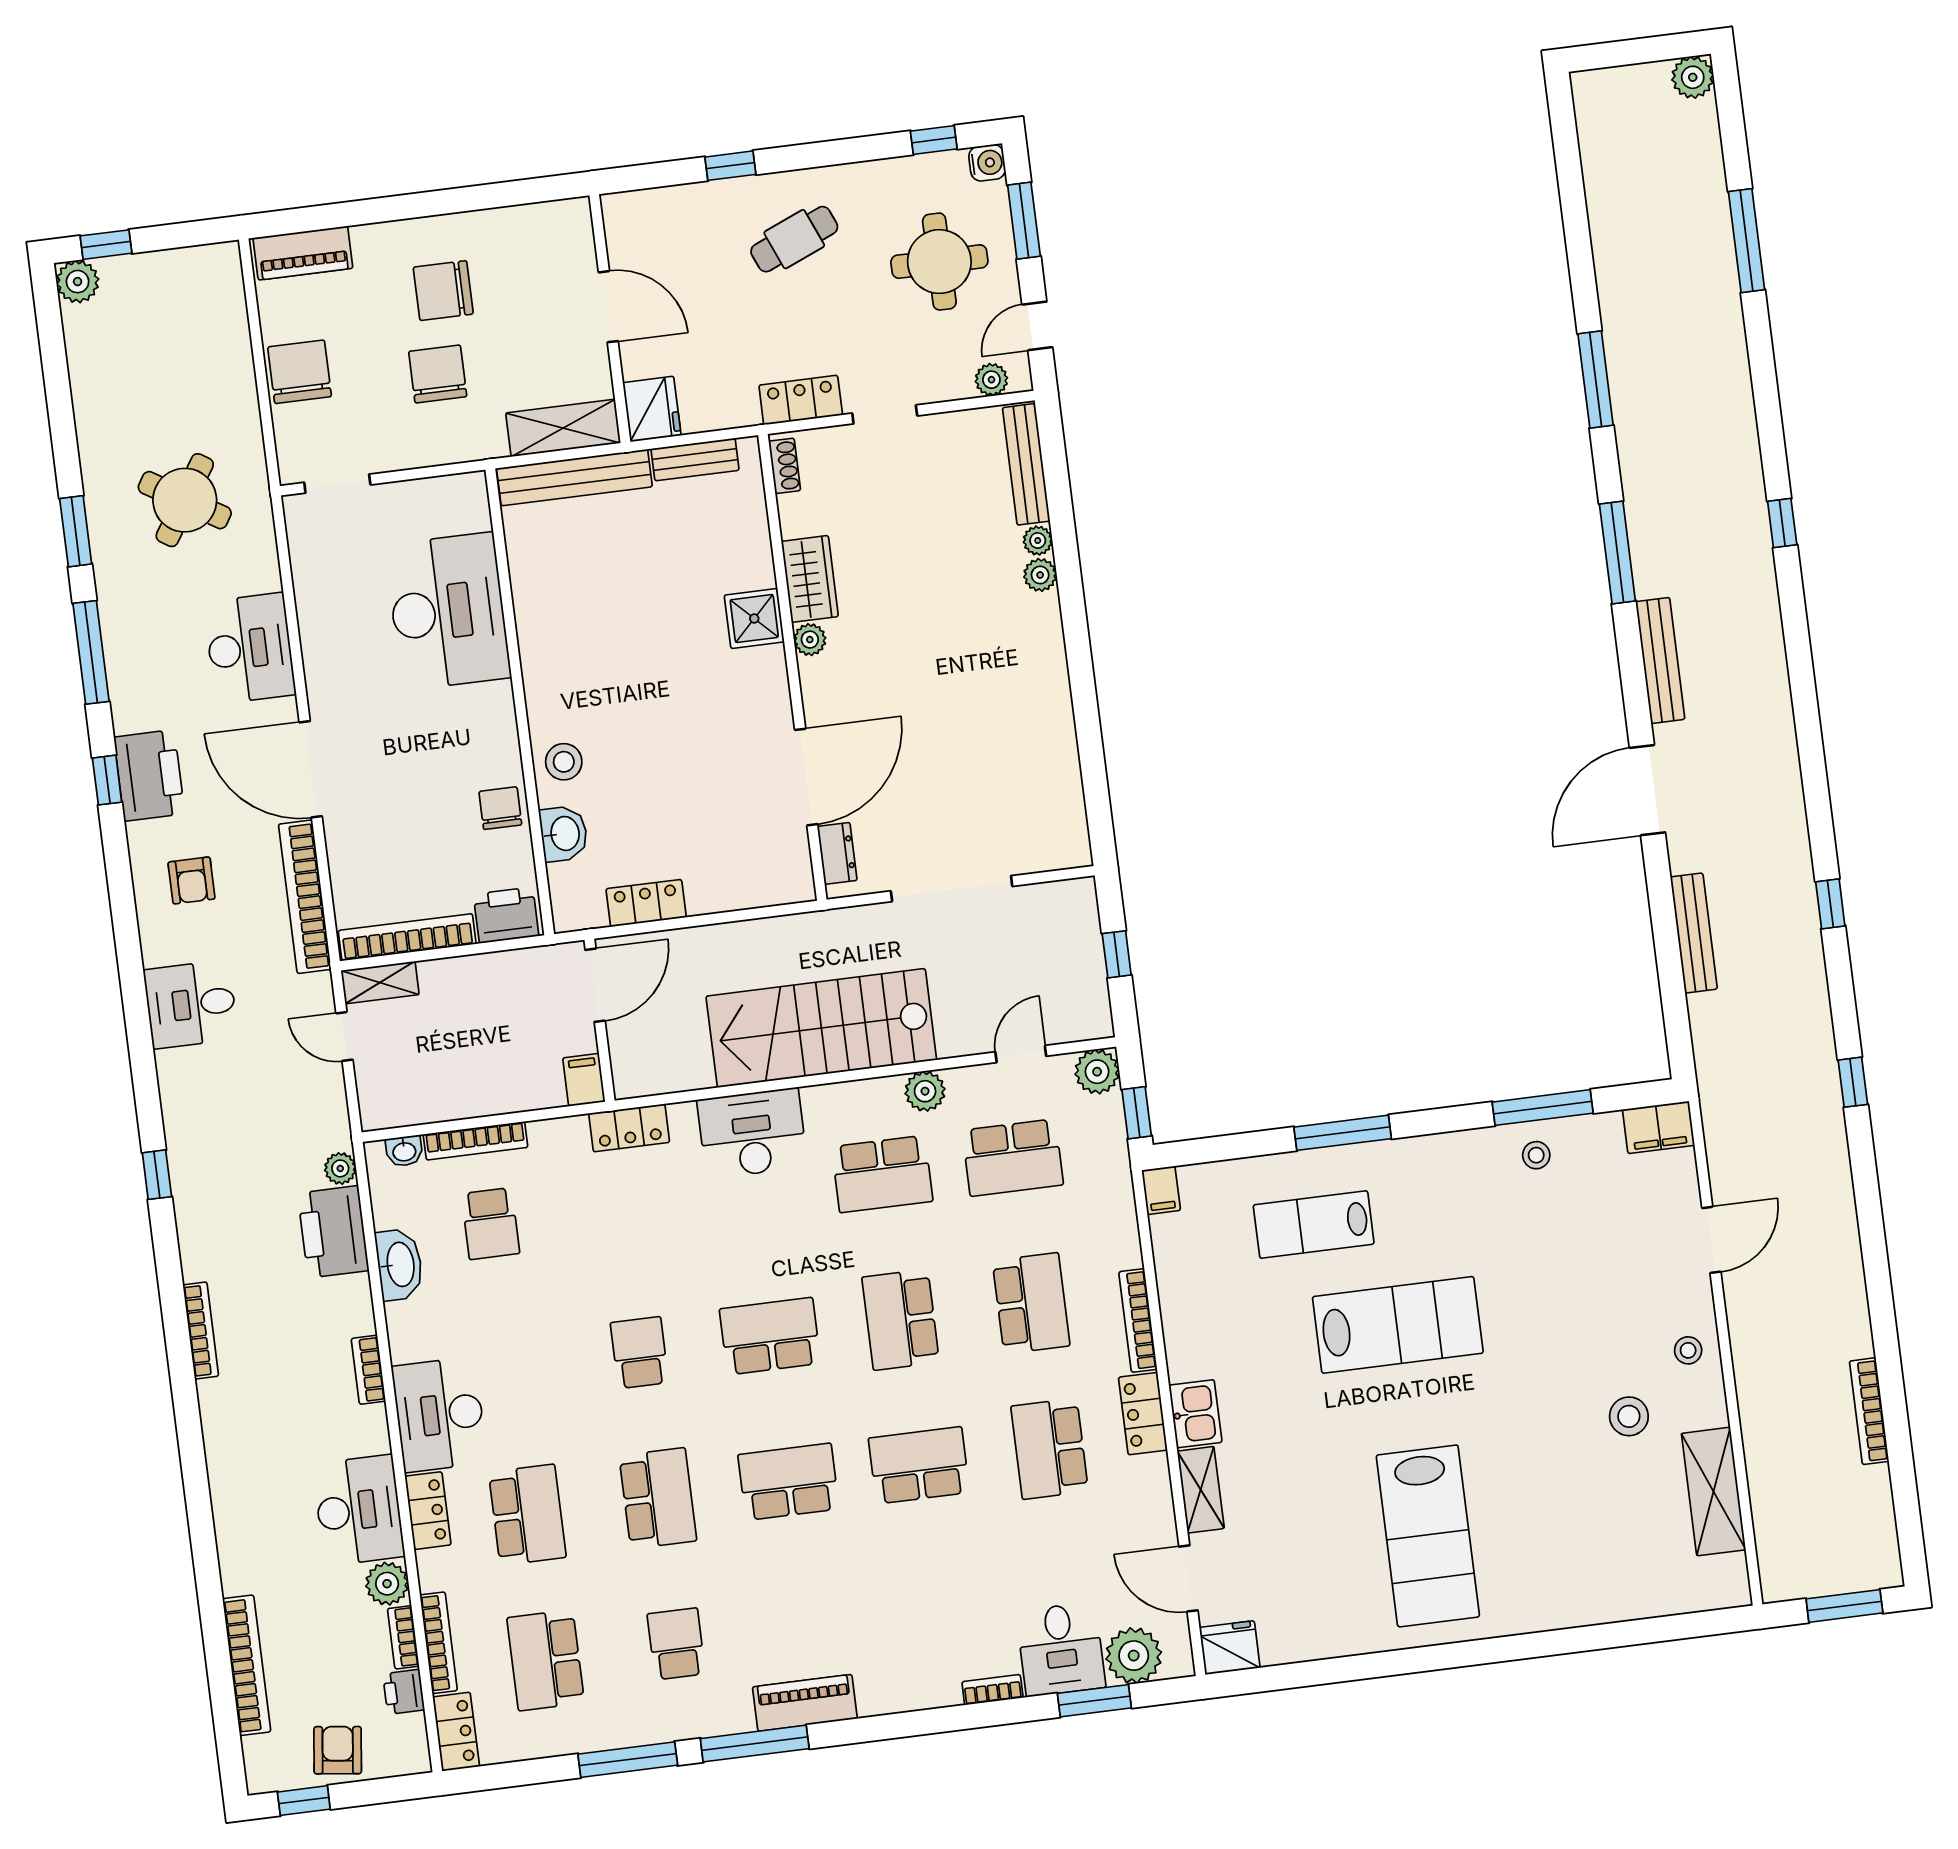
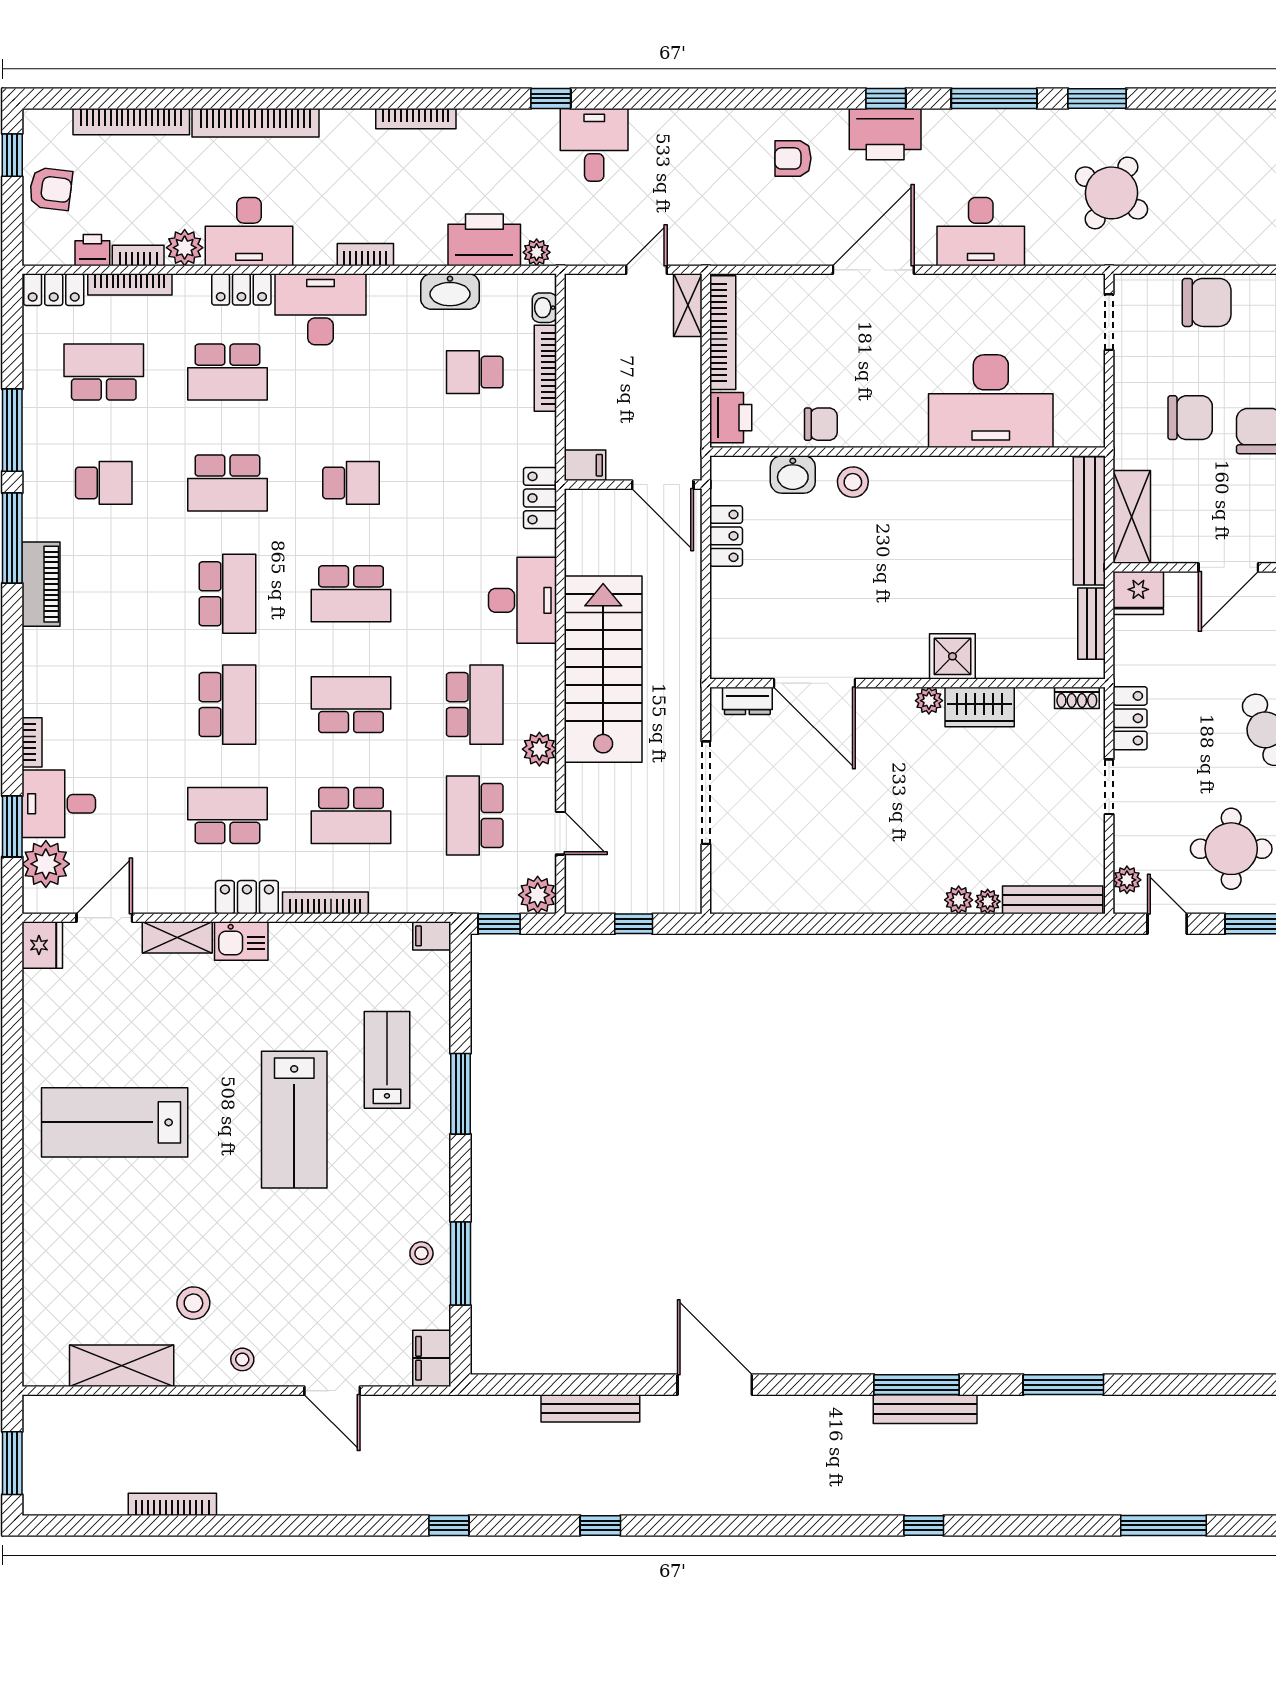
bench: (1660, 660) -> (925, 1409), moved
bookcase: (305, 897) -> (255, 123), moved, turned 180
desk: (191, 1004) -> (594, 145), moved
school desk: (882, 1174) -> (475, 705), turned 180
school desk: (770, 1336) -> (351, 594), turned 90

